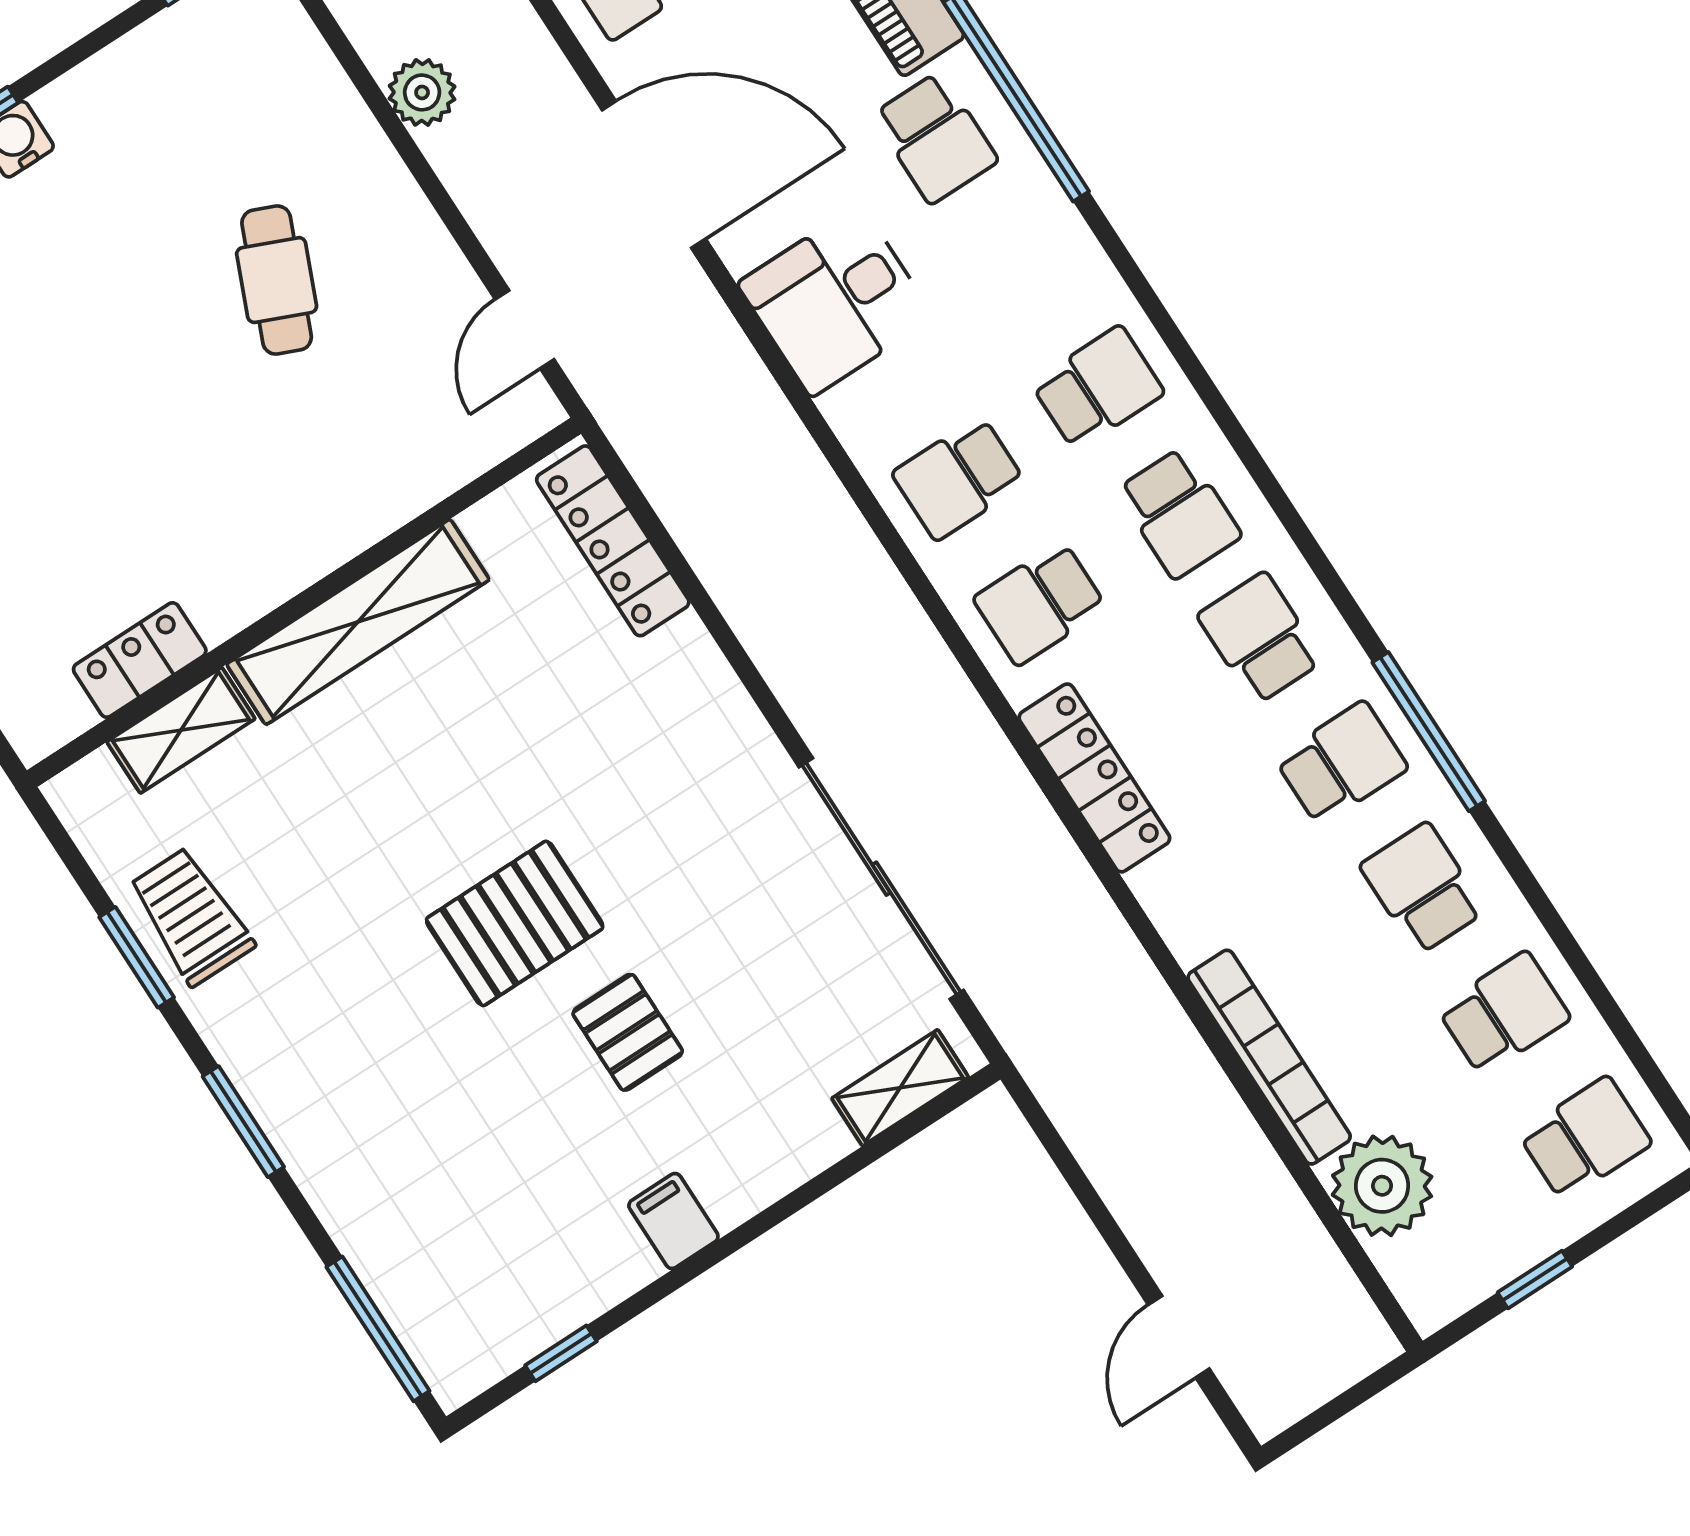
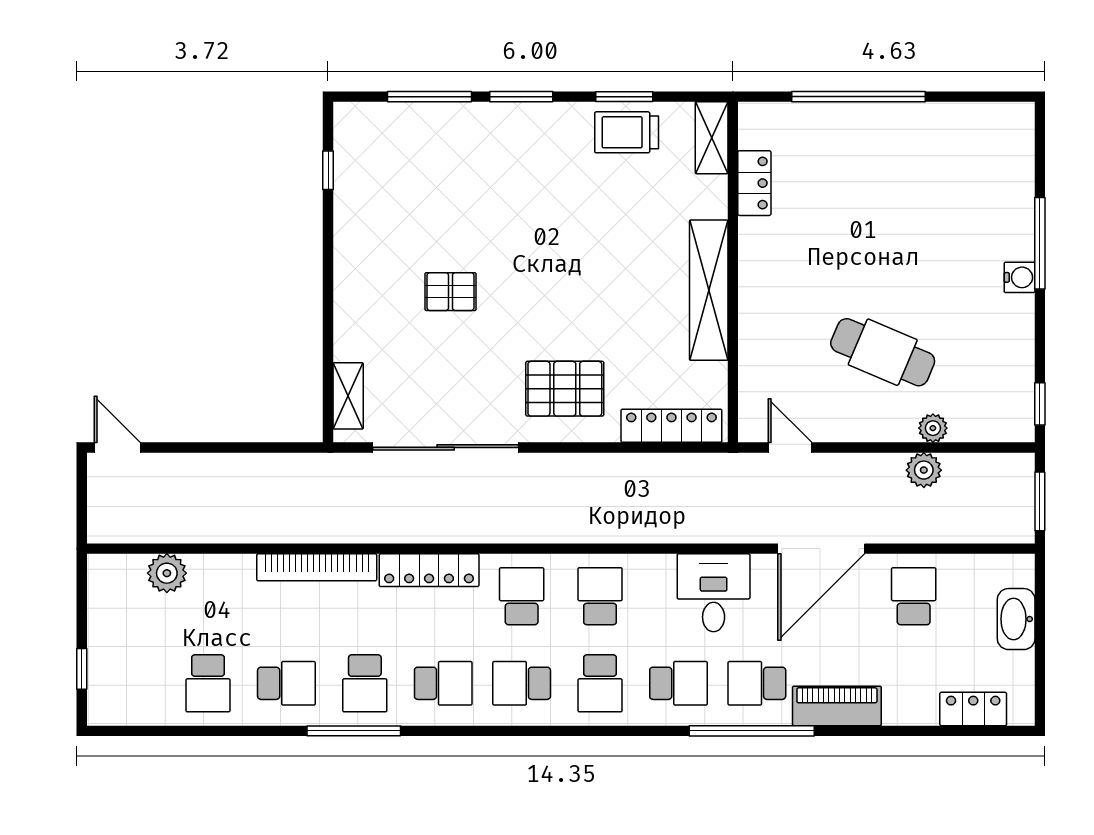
plant: (346, 121) -> (933, 428), added
cafe table: (277, 280) -> (883, 352), width x1.37, depth x1.35
shelving: (181, 730) -> (712, 138), moved
trolley: (191, 916) -> (627, 132), turned 180
pallet: (515, 923) -> (565, 389), moved, turned 90
bookcase: (1269, 1057) -> (317, 567), moved
school desk: (1585, 1138) -> (678, 683), moved, turned -90
plant: (1382, 1186) -> (167, 573), width x0.73, depth x0.73
filing cabinet: (673, 1221) -> (354, 258), removed
window: (1535, 1280) -> (82, 669), moved
window: (378, 1329) -> (429, 97), moved
door: (1179, 1337) -> (117, 447), moved

